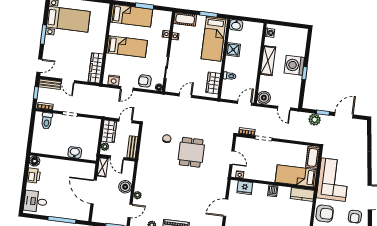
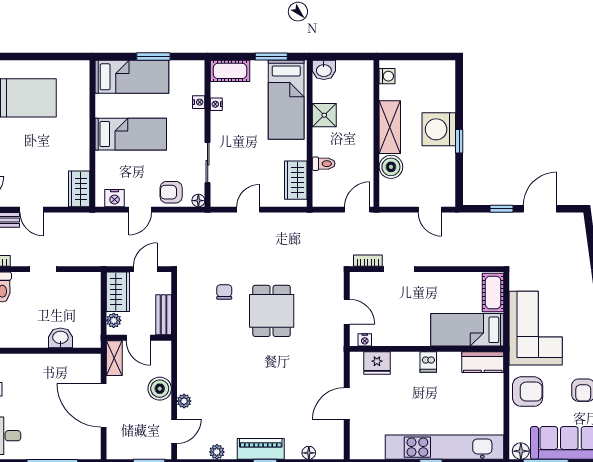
wardrobe: (96, 68) -> (79, 189), width x0.67
boiler: (264, 98) -> (391, 167), moved
plant: (315, 120) -> (488, 223), removed

